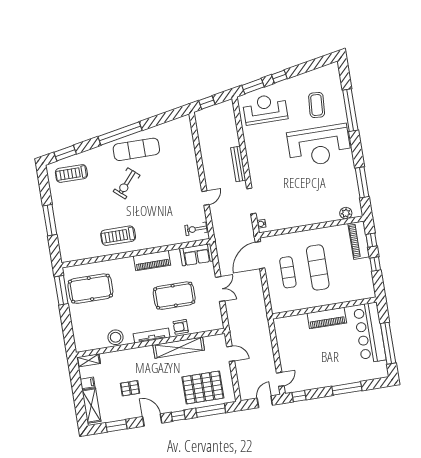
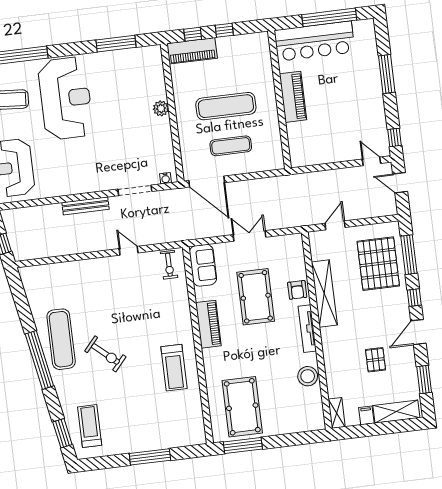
treadmill: (71, 174) -> (90, 426), turned 180
plant: (346, 213) -> (161, 108), moved

